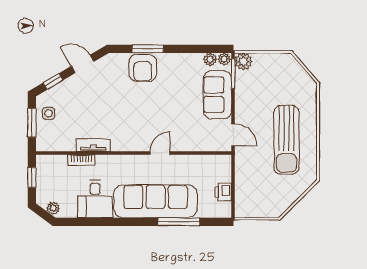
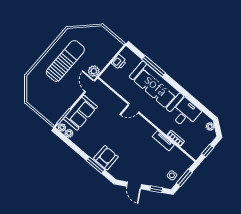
plant: (243, 62) -> (94, 71), moved

